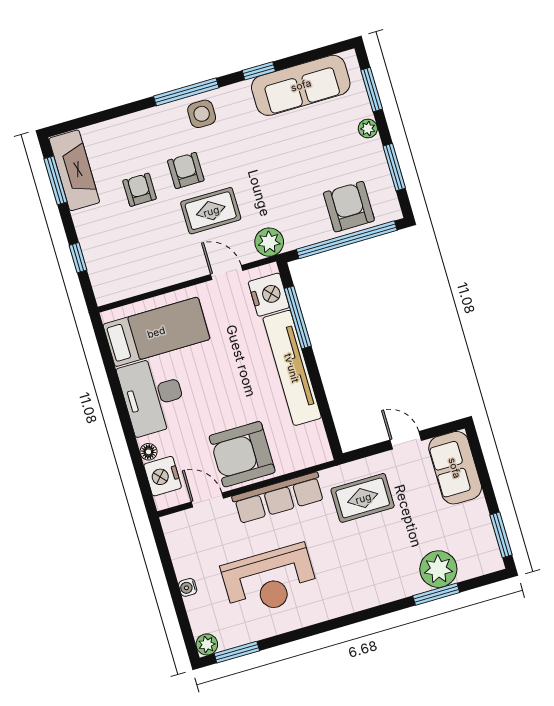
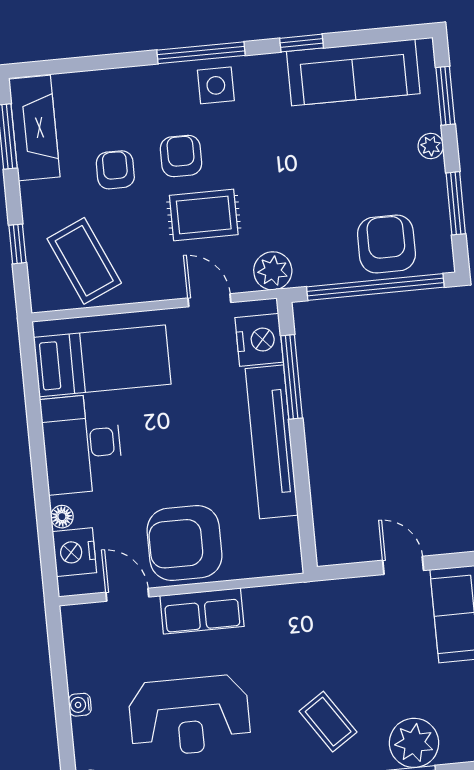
coffee table: (129, 261) -> (84, 261), added
row of seats: (278, 498) -> (202, 611), width x0.68
rug: (363, 498) -> (332, 630), removed
coffee table: (372, 565) -> (328, 722), added

